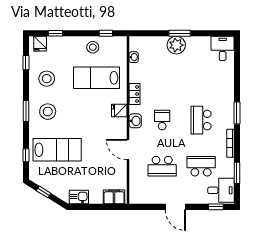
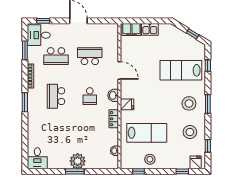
school desk: (201, 120) -> (56, 96), turned 180
kitchen sink: (79, 197) -> (150, 29), moved

